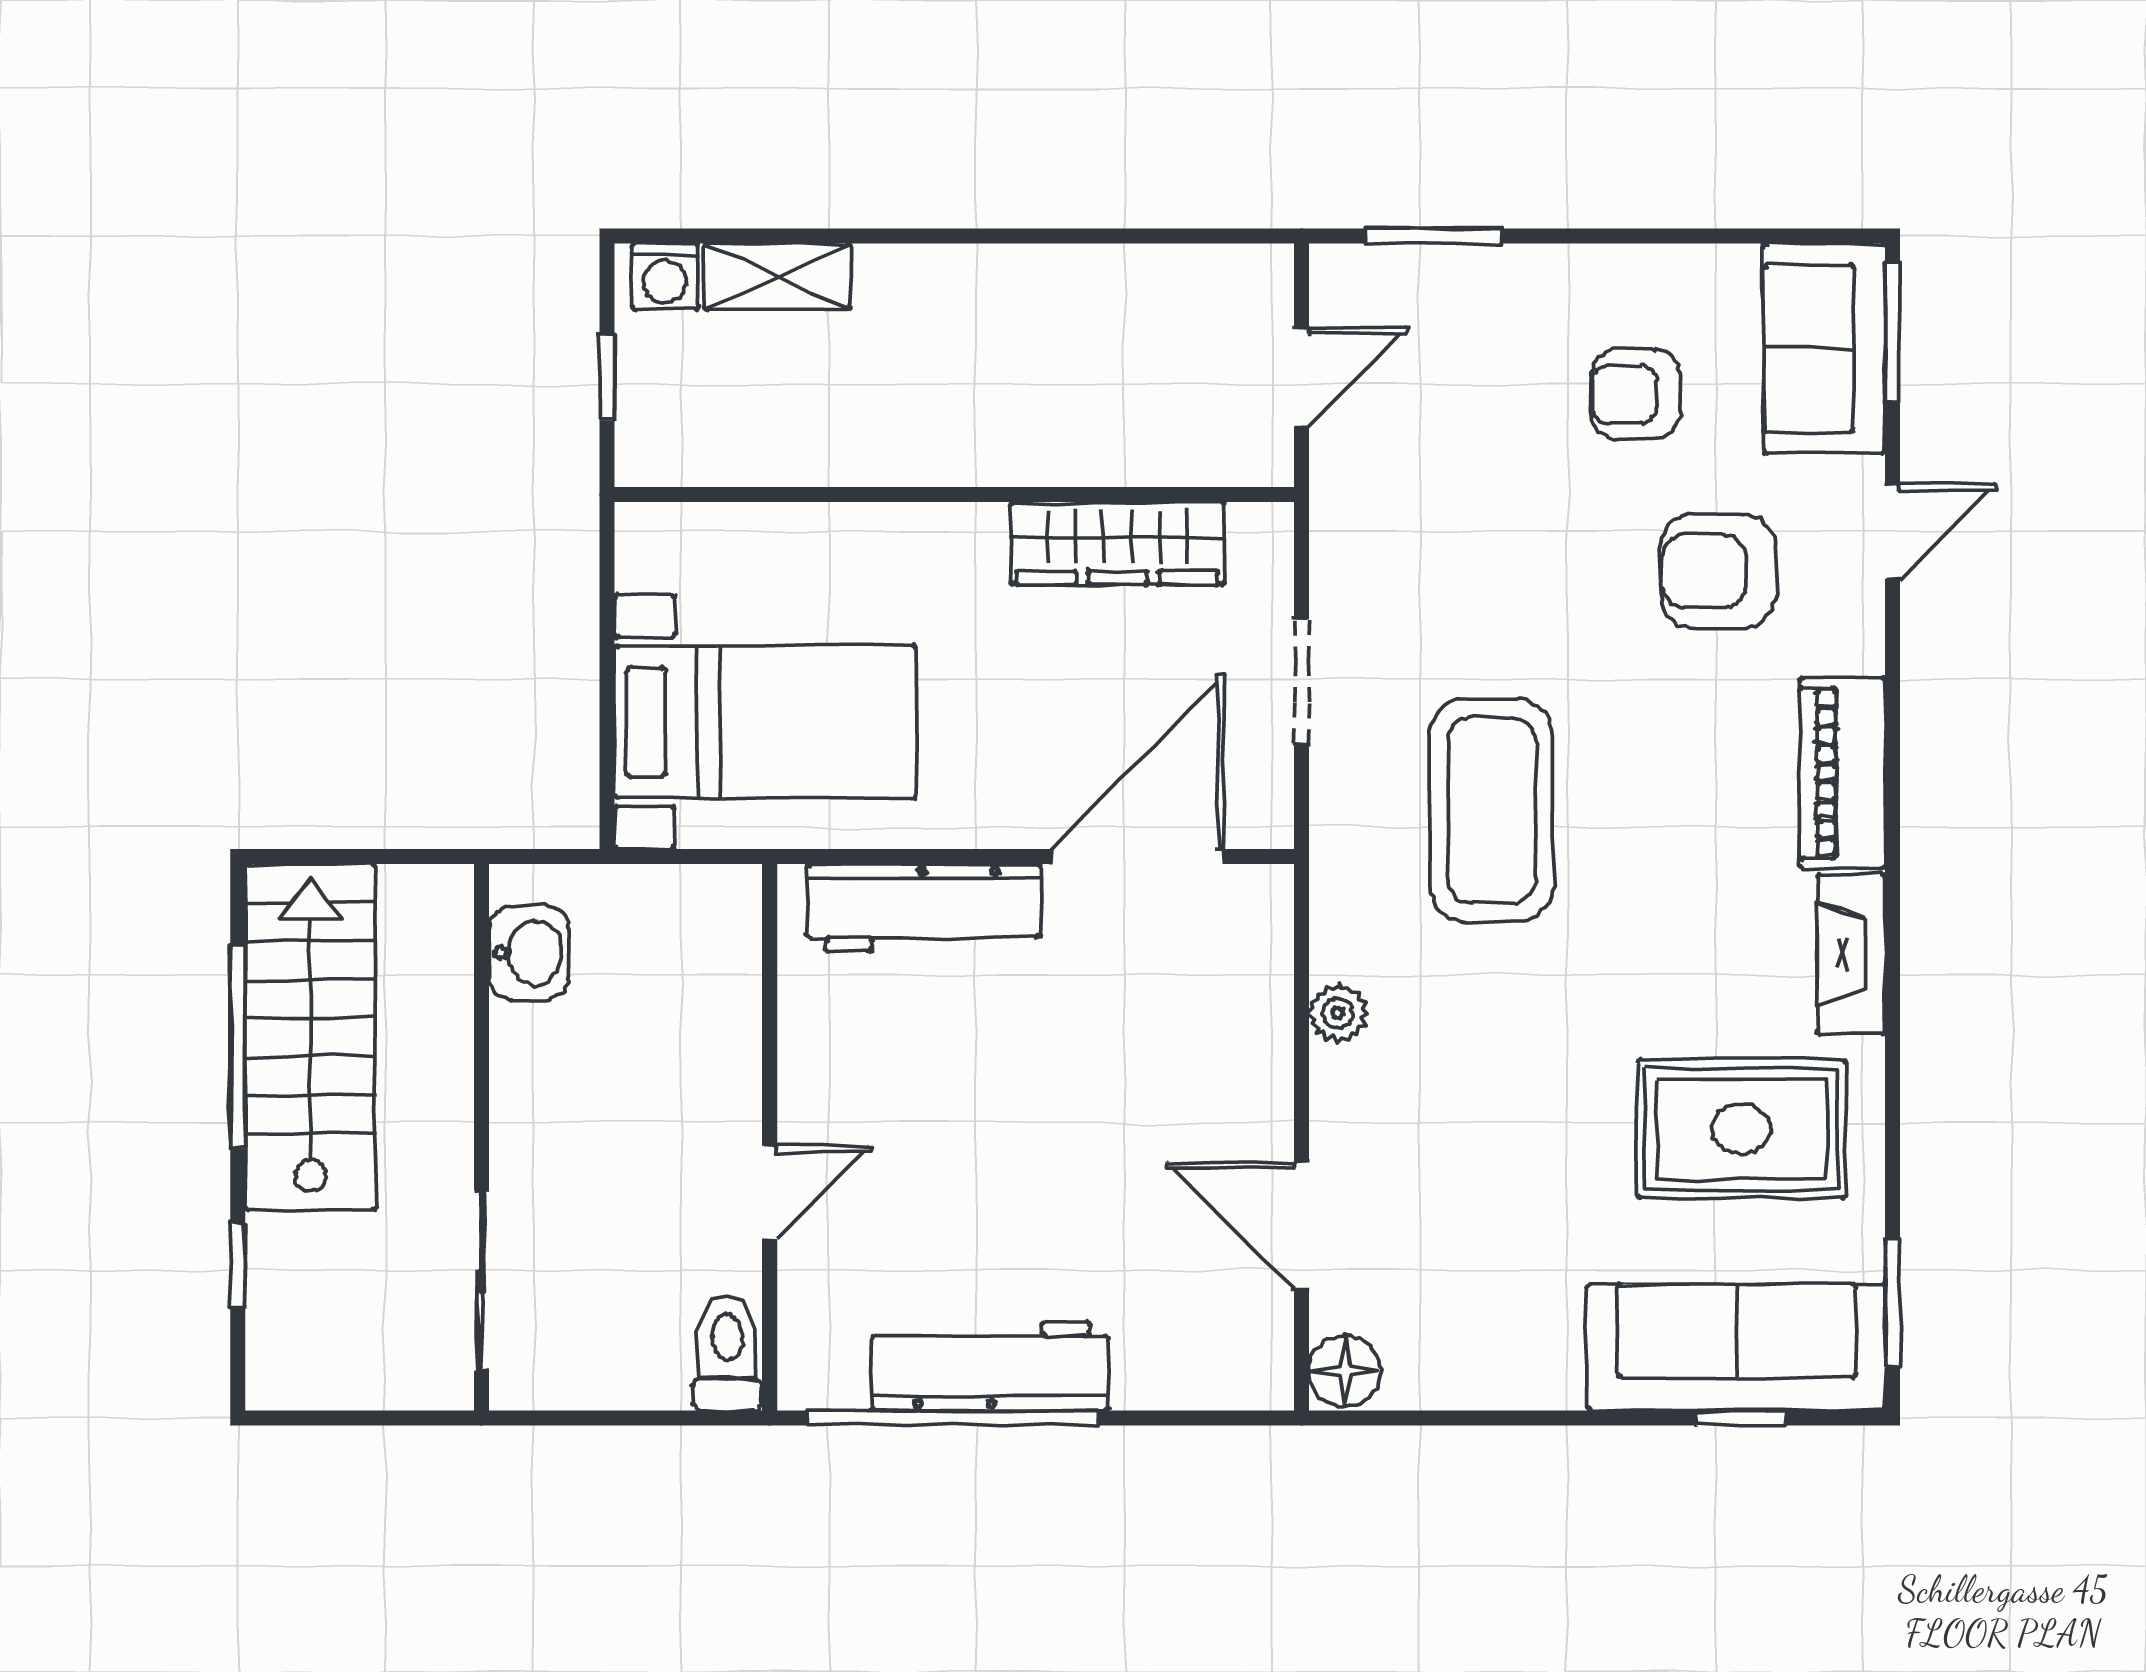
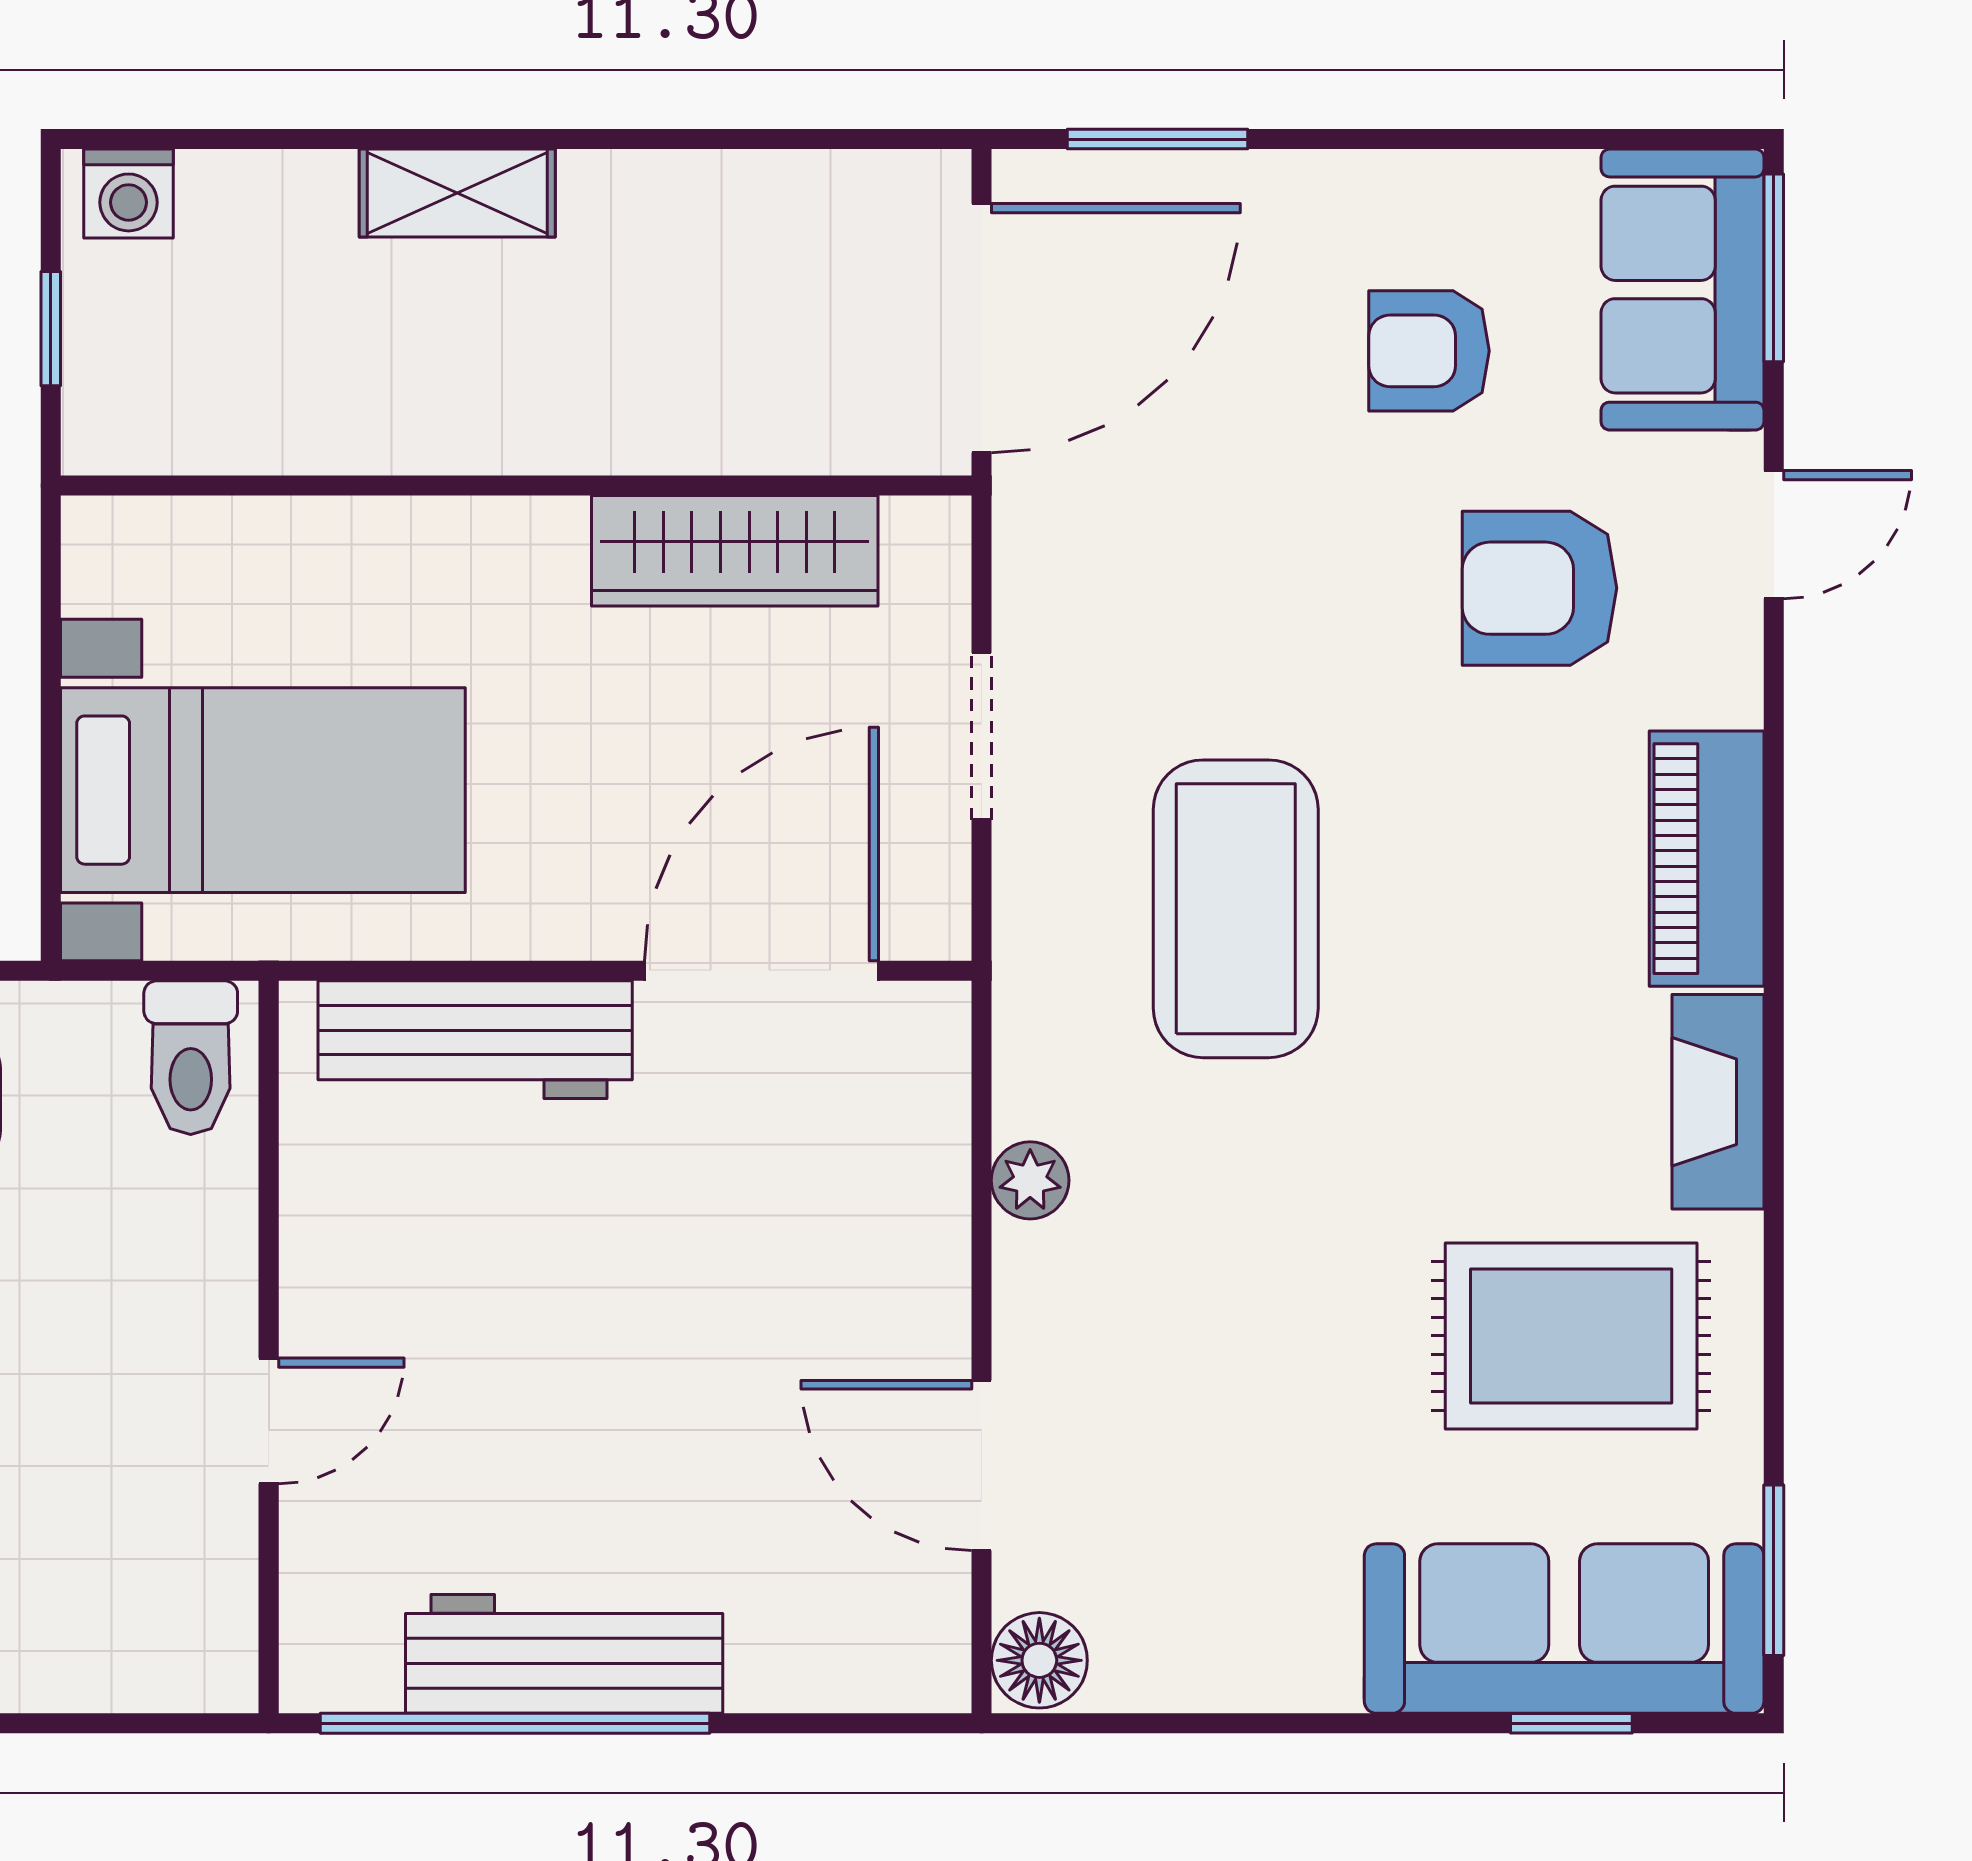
shelving: (777, 276) -> (457, 193), moved
door: (1302, 377) -> (982, 328), width x1.88
toilet: (727, 1353) -> (191, 1058), moved, turned 180

